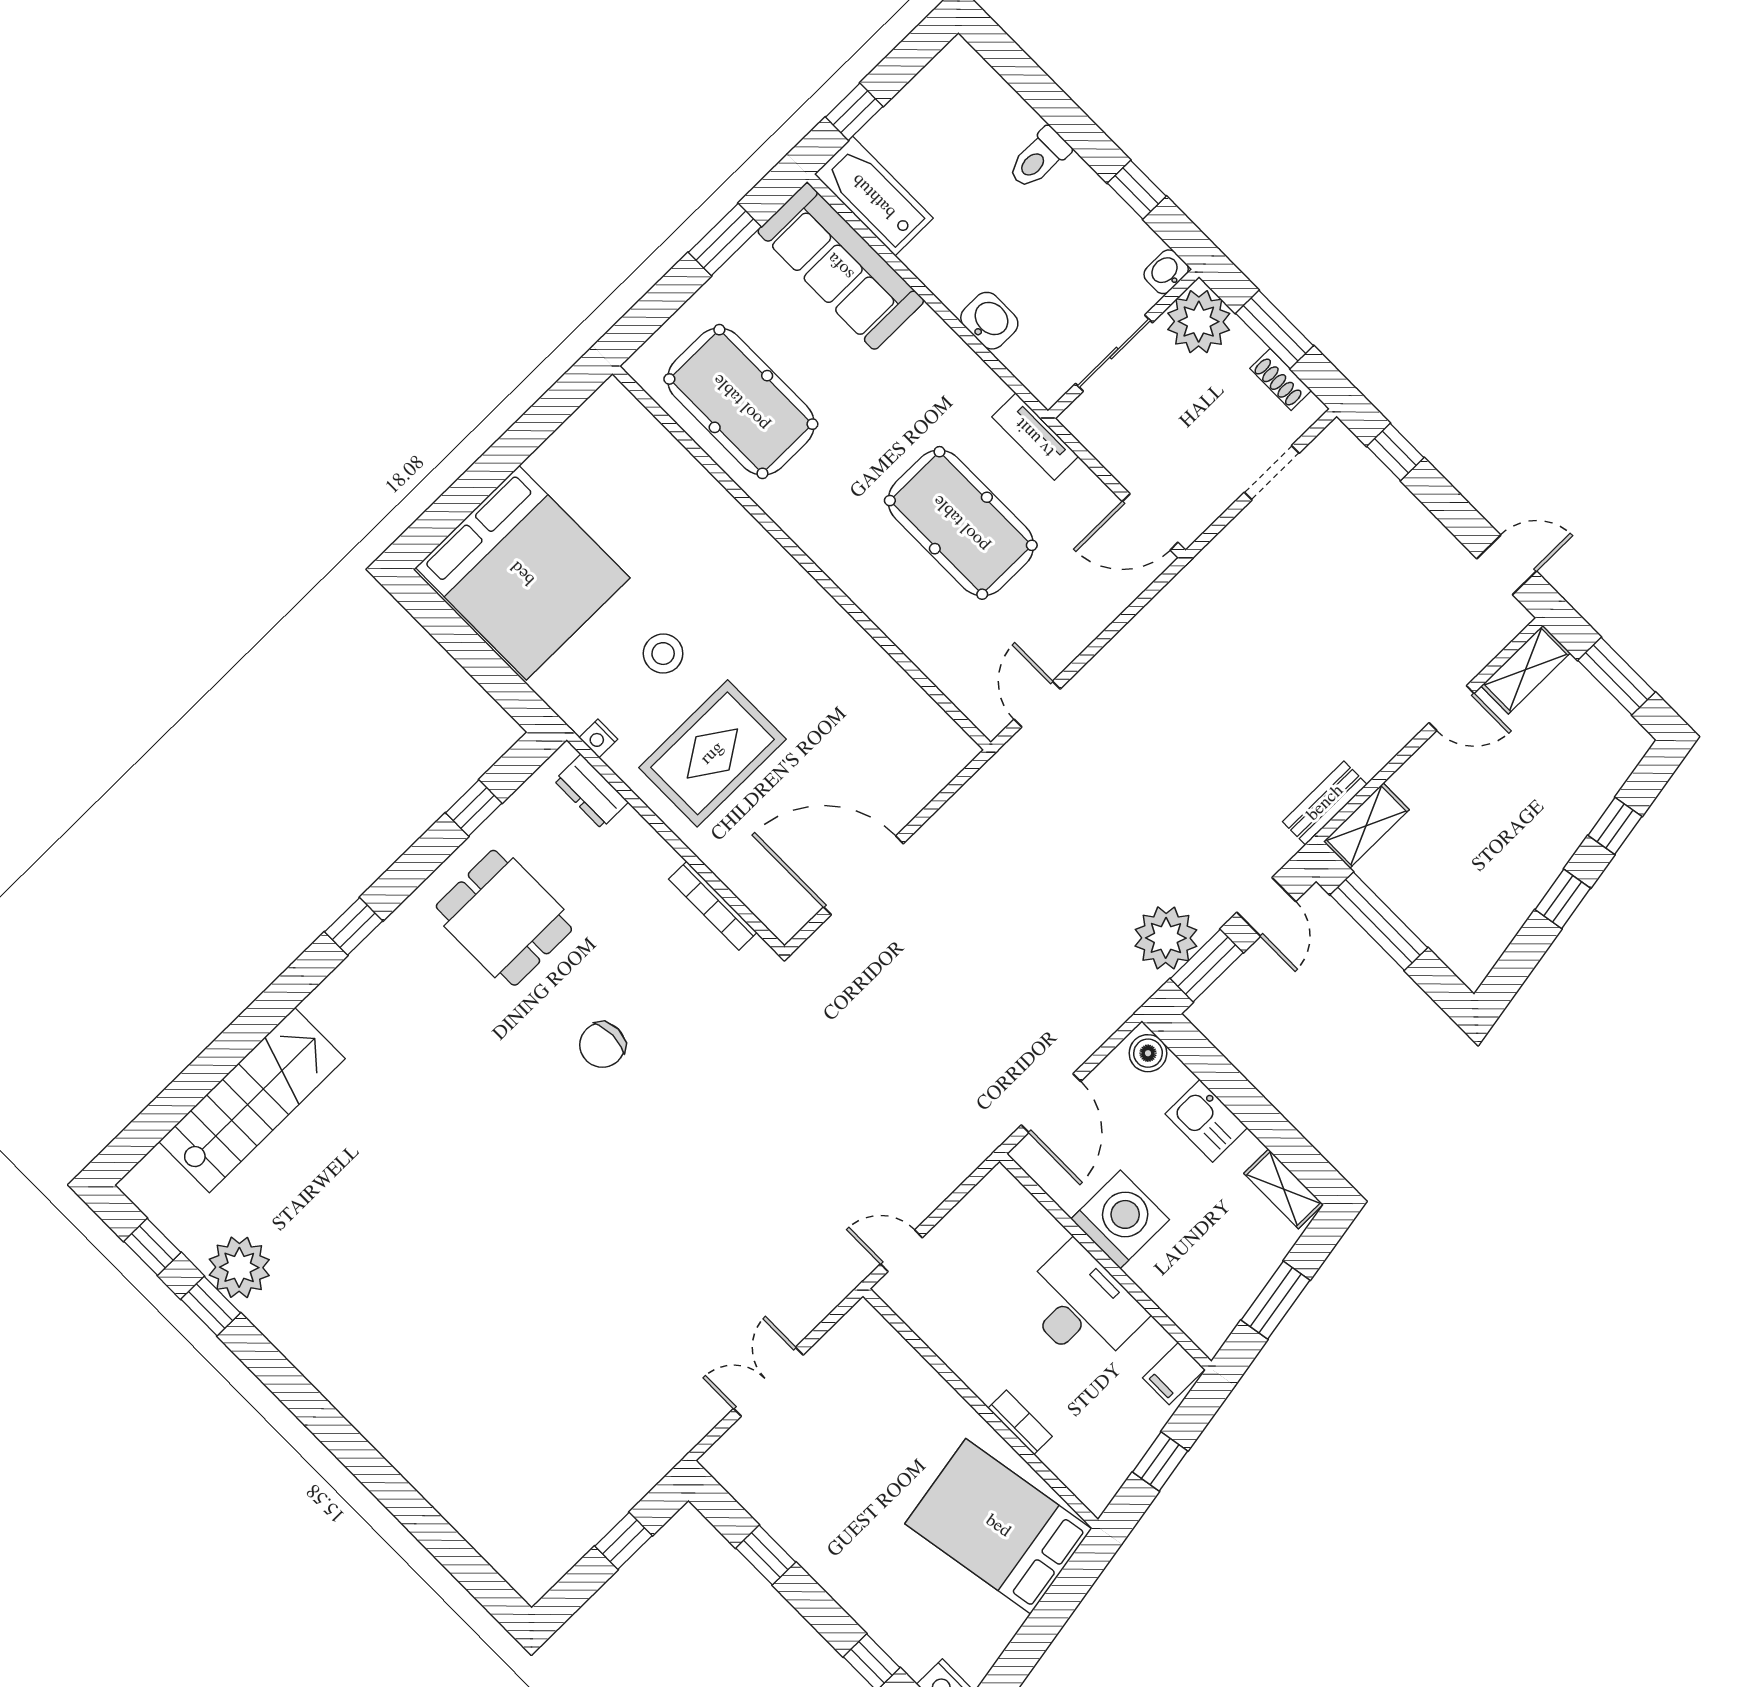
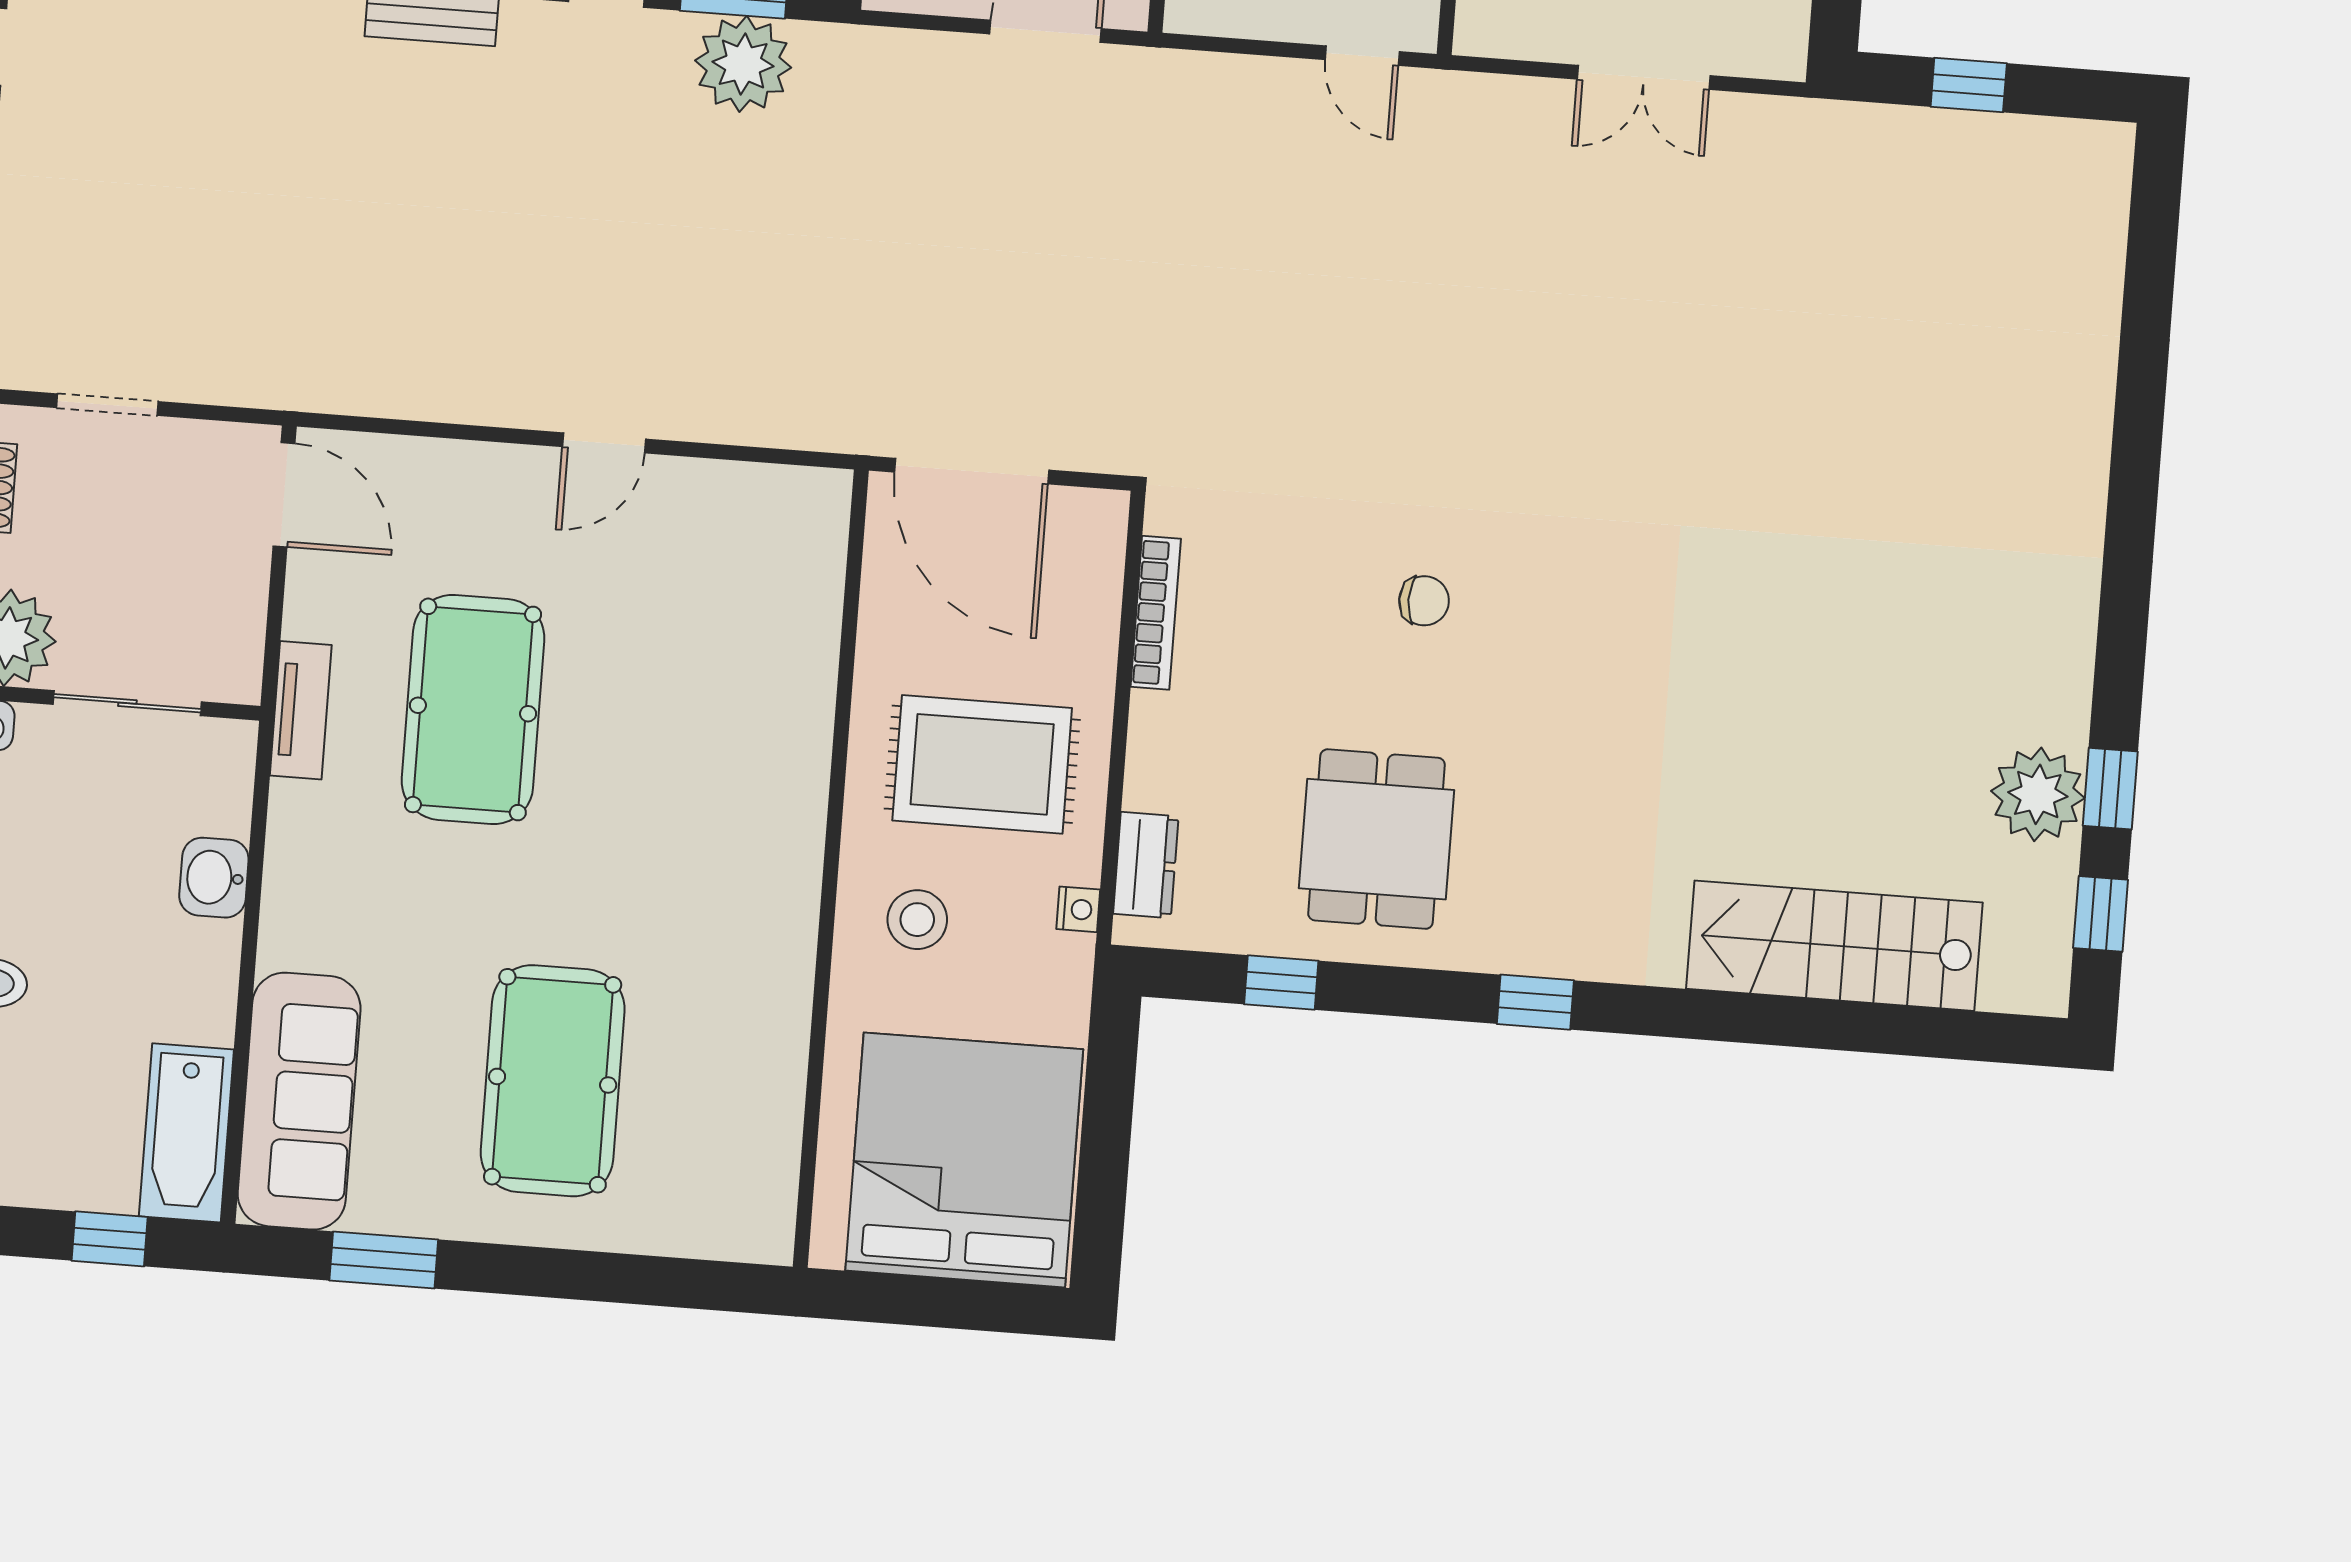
wall: (802, 558) -> (831, 869), moved
chair: (602, 1045) -> (1424, 601), width x0.73, depth x0.73

